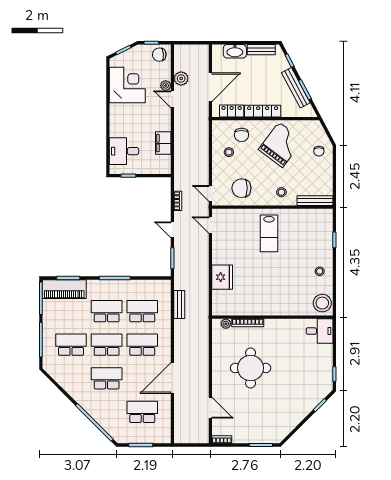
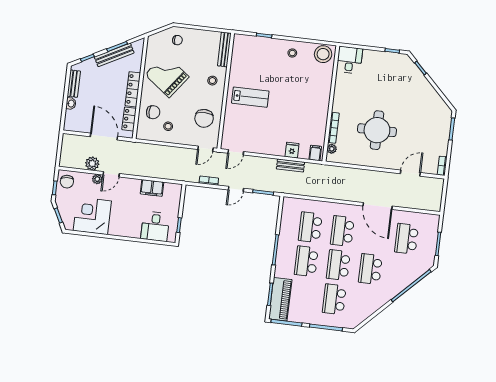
washbasin: (235, 51) -> (71, 104), width x0.52, depth x0.69
fridge: (222, 277) -> (292, 150), width x0.53, depth x0.75
bench: (179, 304) -> (290, 166), moved
filing cabinet: (219, 307) -> (315, 153), added

